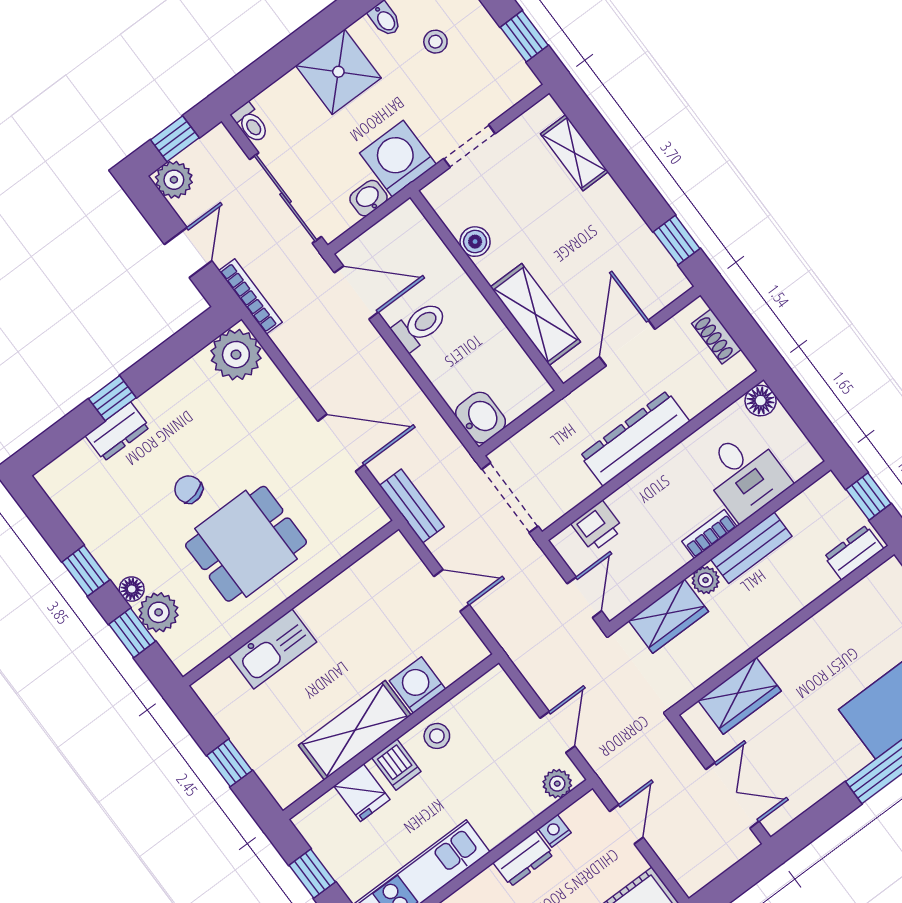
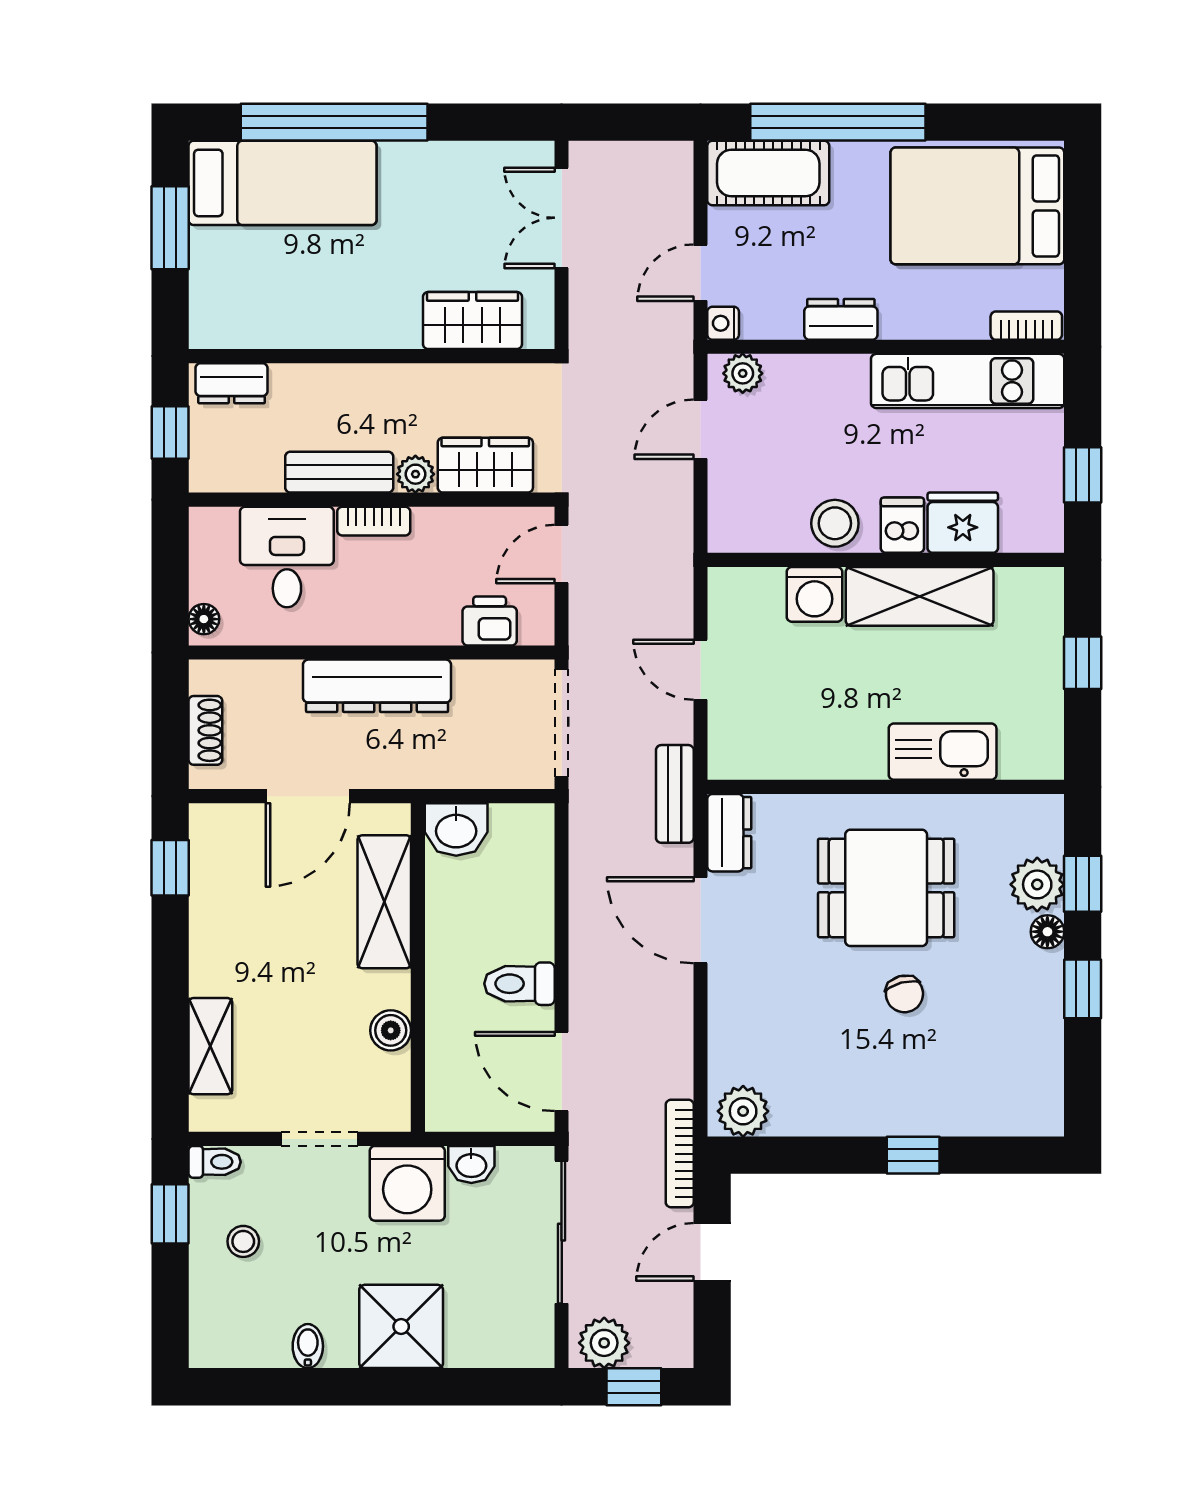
stool: (435, 42) -> (243, 1241), moved
toilet: (251, 123) -> (215, 1162), moved, turned 90
plant: (174, 180) -> (604, 1343), moved
plant: (236, 355) -> (743, 1111), width x0.73, depth x0.73
floor lamp: (761, 401) -> (204, 619), width x0.73, depth x0.73
washbasin: (481, 418) -> (456, 830), moved, turned -90
dresser: (117, 432) -> (729, 833), moved, turned 90
stool: (437, 736) -> (835, 523), width x1.37, depth x1.37
fridge: (362, 793) -> (963, 523), width x1.38
nightstand: (555, 831) -> (723, 323), moved, turned 90

